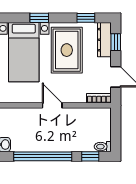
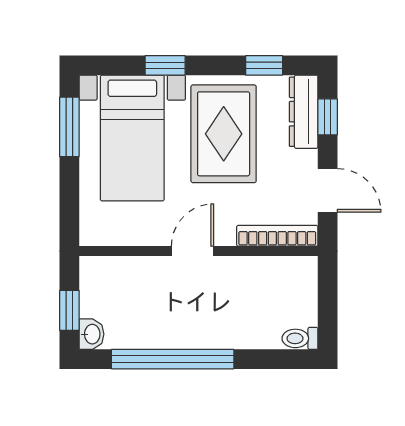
bookcase: (99, 98) -> (277, 236), width x1.56
door: (52, 105) -> (193, 251), hinge flipped
window: (90, 156) -> (274, 359), removed

